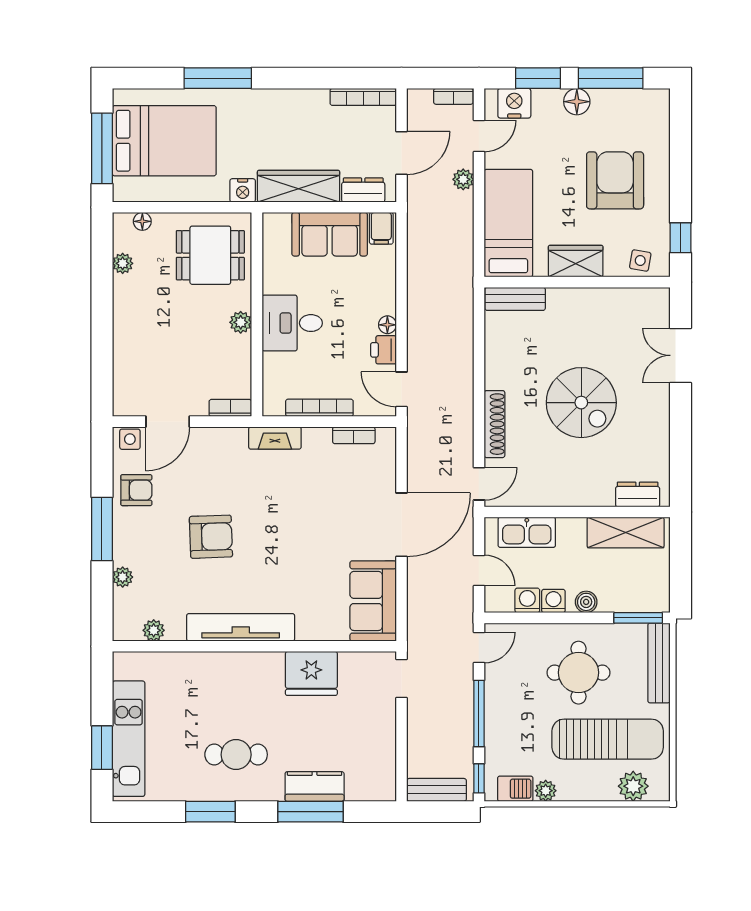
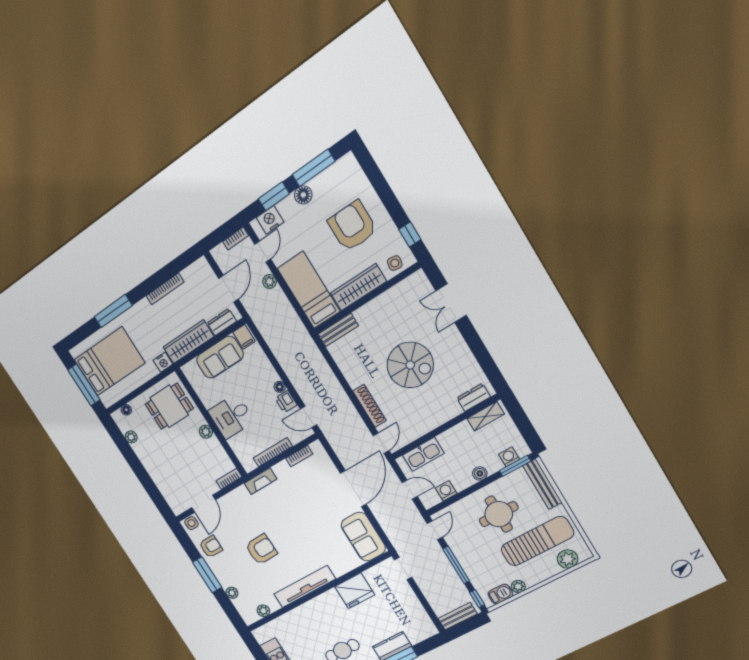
bookcase: (363, 97) -> (165, 289), moved
wardrobe: (576, 261) -> (359, 287), width x1.50
shelving: (626, 533) -> (486, 416), width x0.67, depth x0.75
washing machine: (553, 601) -> (509, 457), moved

